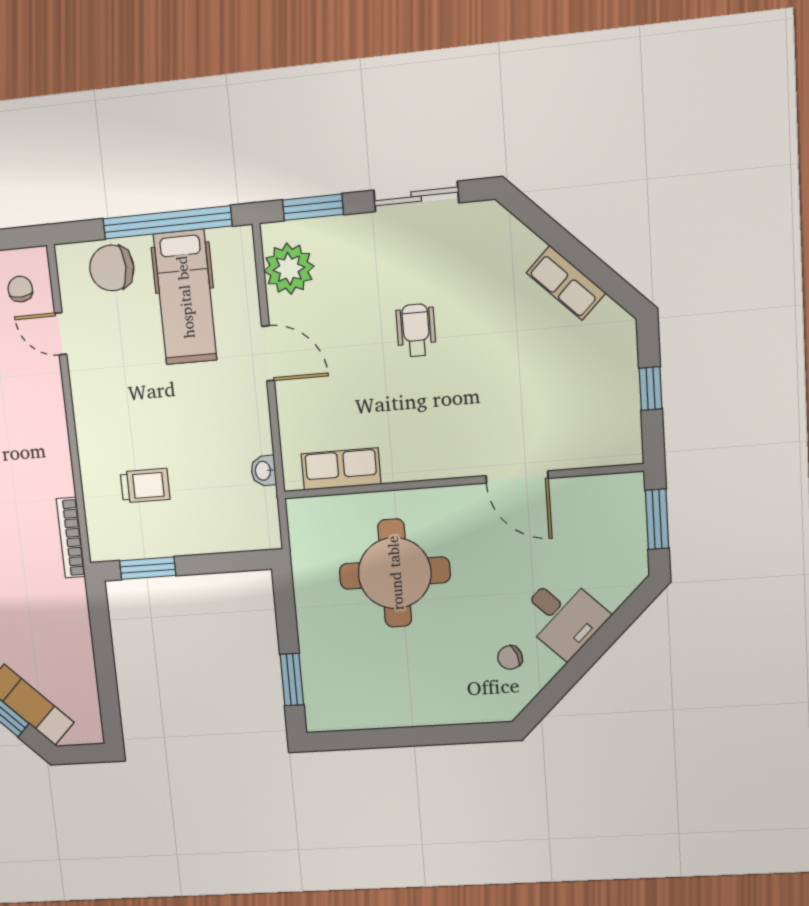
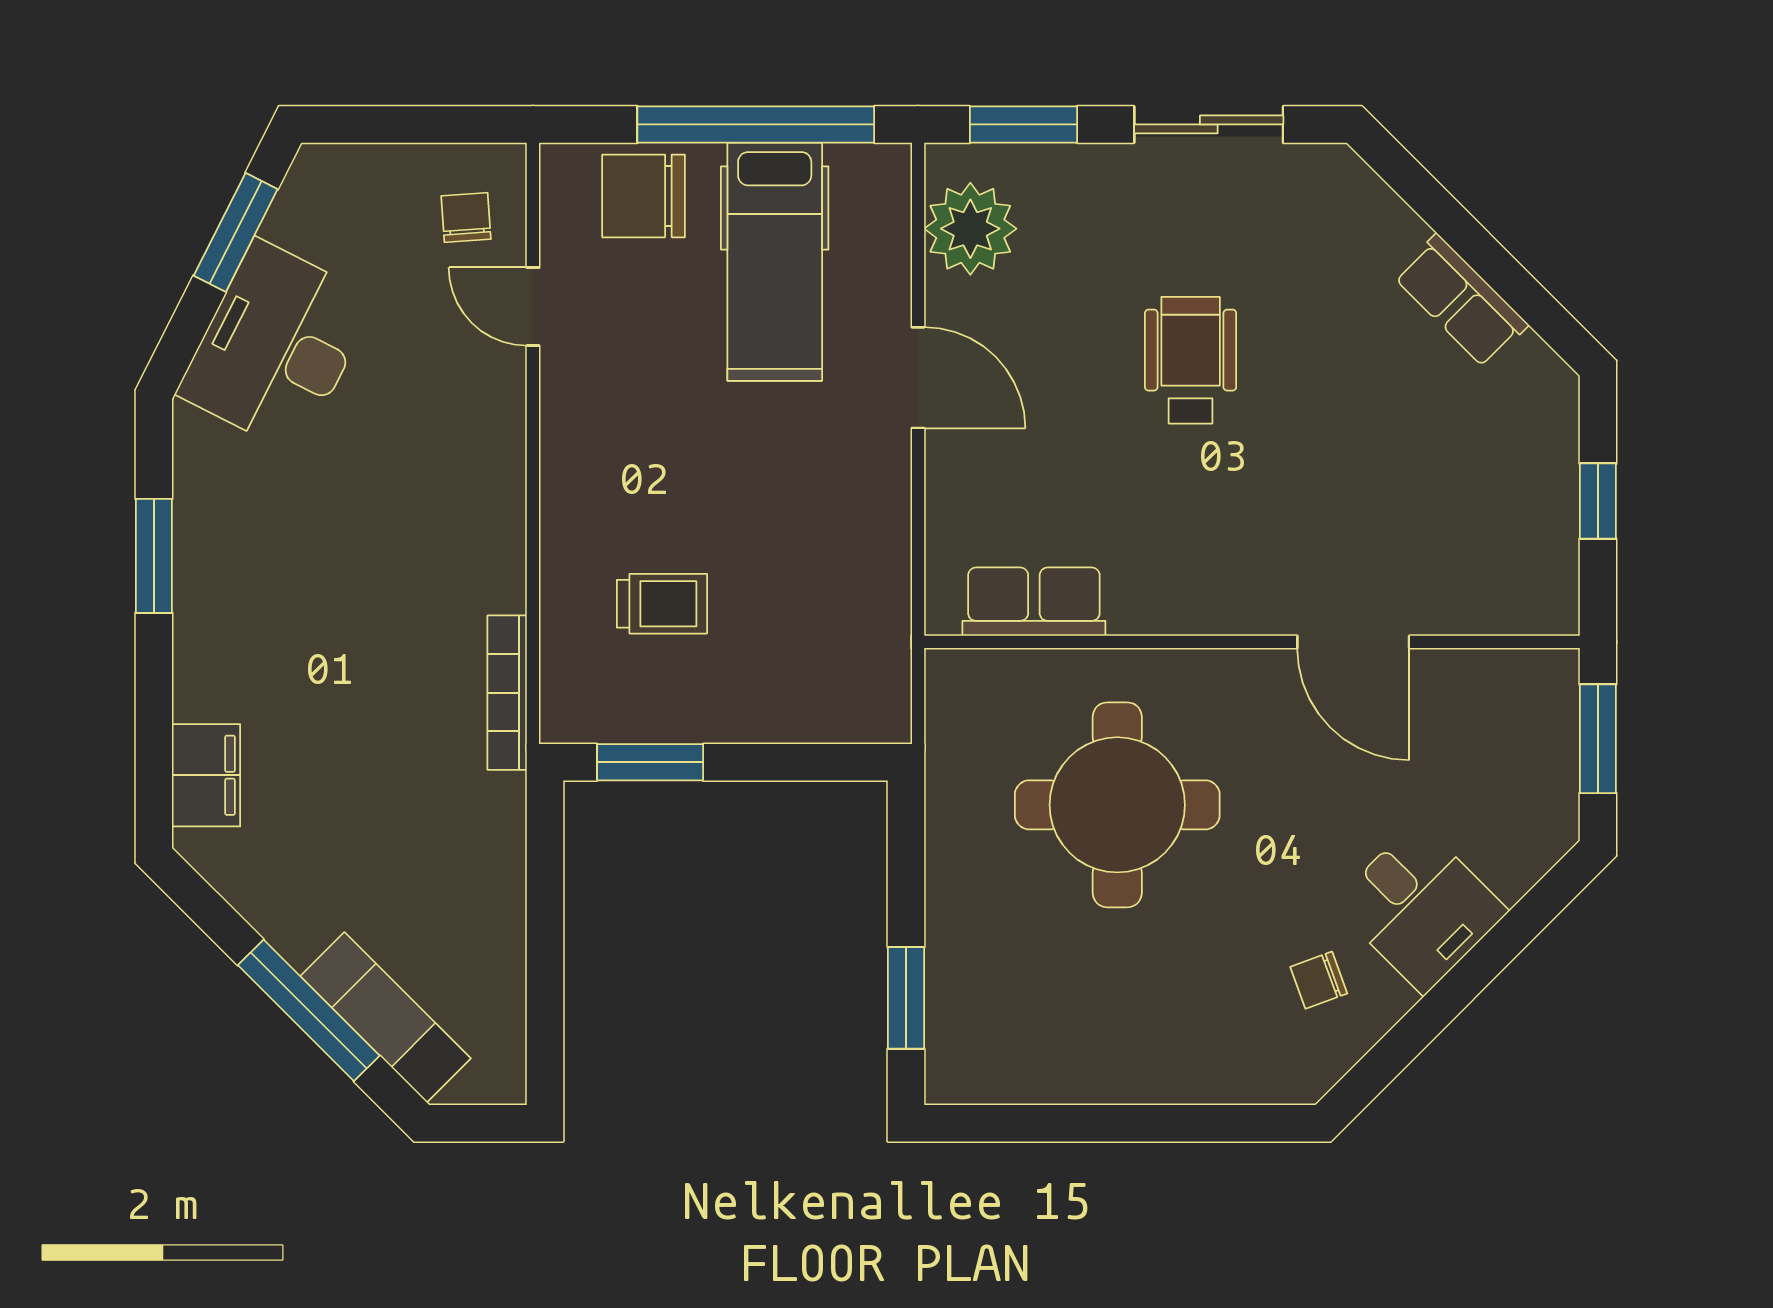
wheelchair: (416, 330) -> (1191, 360), width x1.36, depth x1.37
washbasin: (264, 471) -> (889, 593), removed

